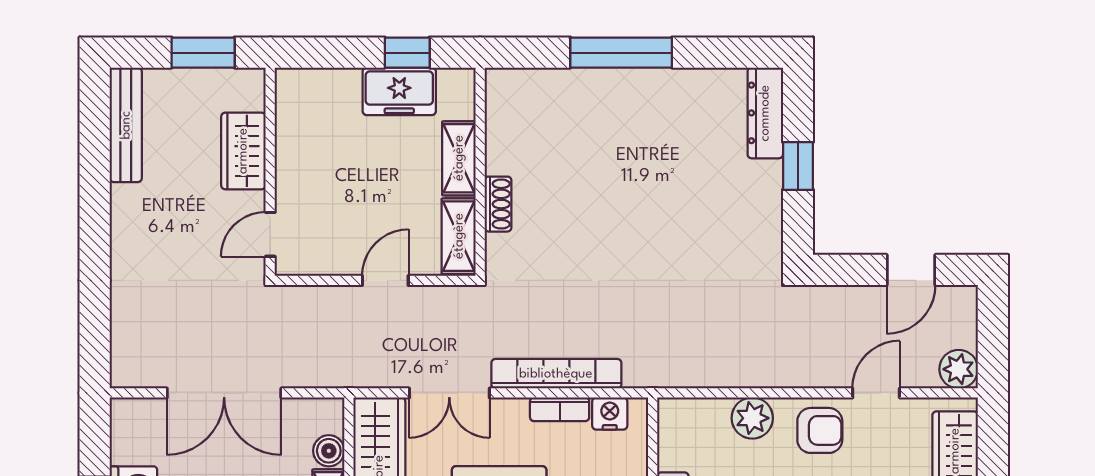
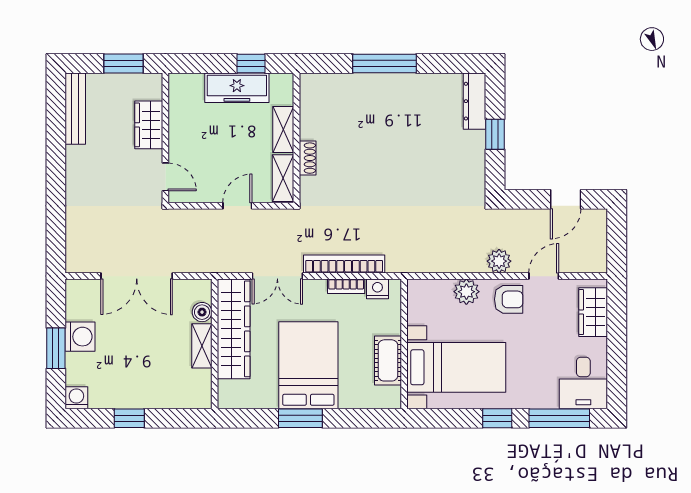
freezer: (399, 91) -> (237, 88), width x1.40
door: (270, 234) -> (165, 177), swing flipped
plant: (959, 369) -> (499, 261), moved

